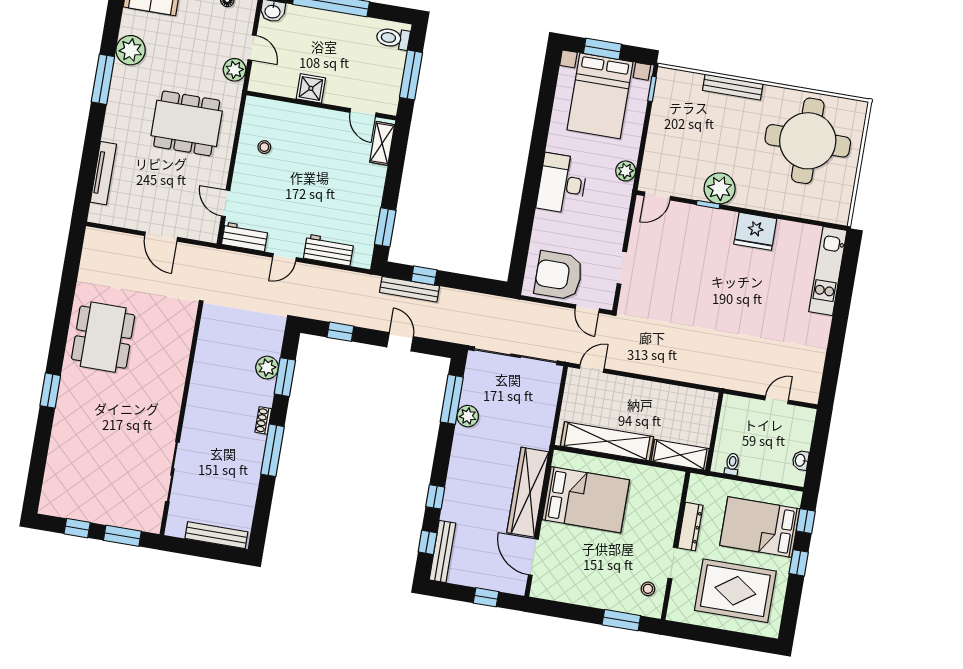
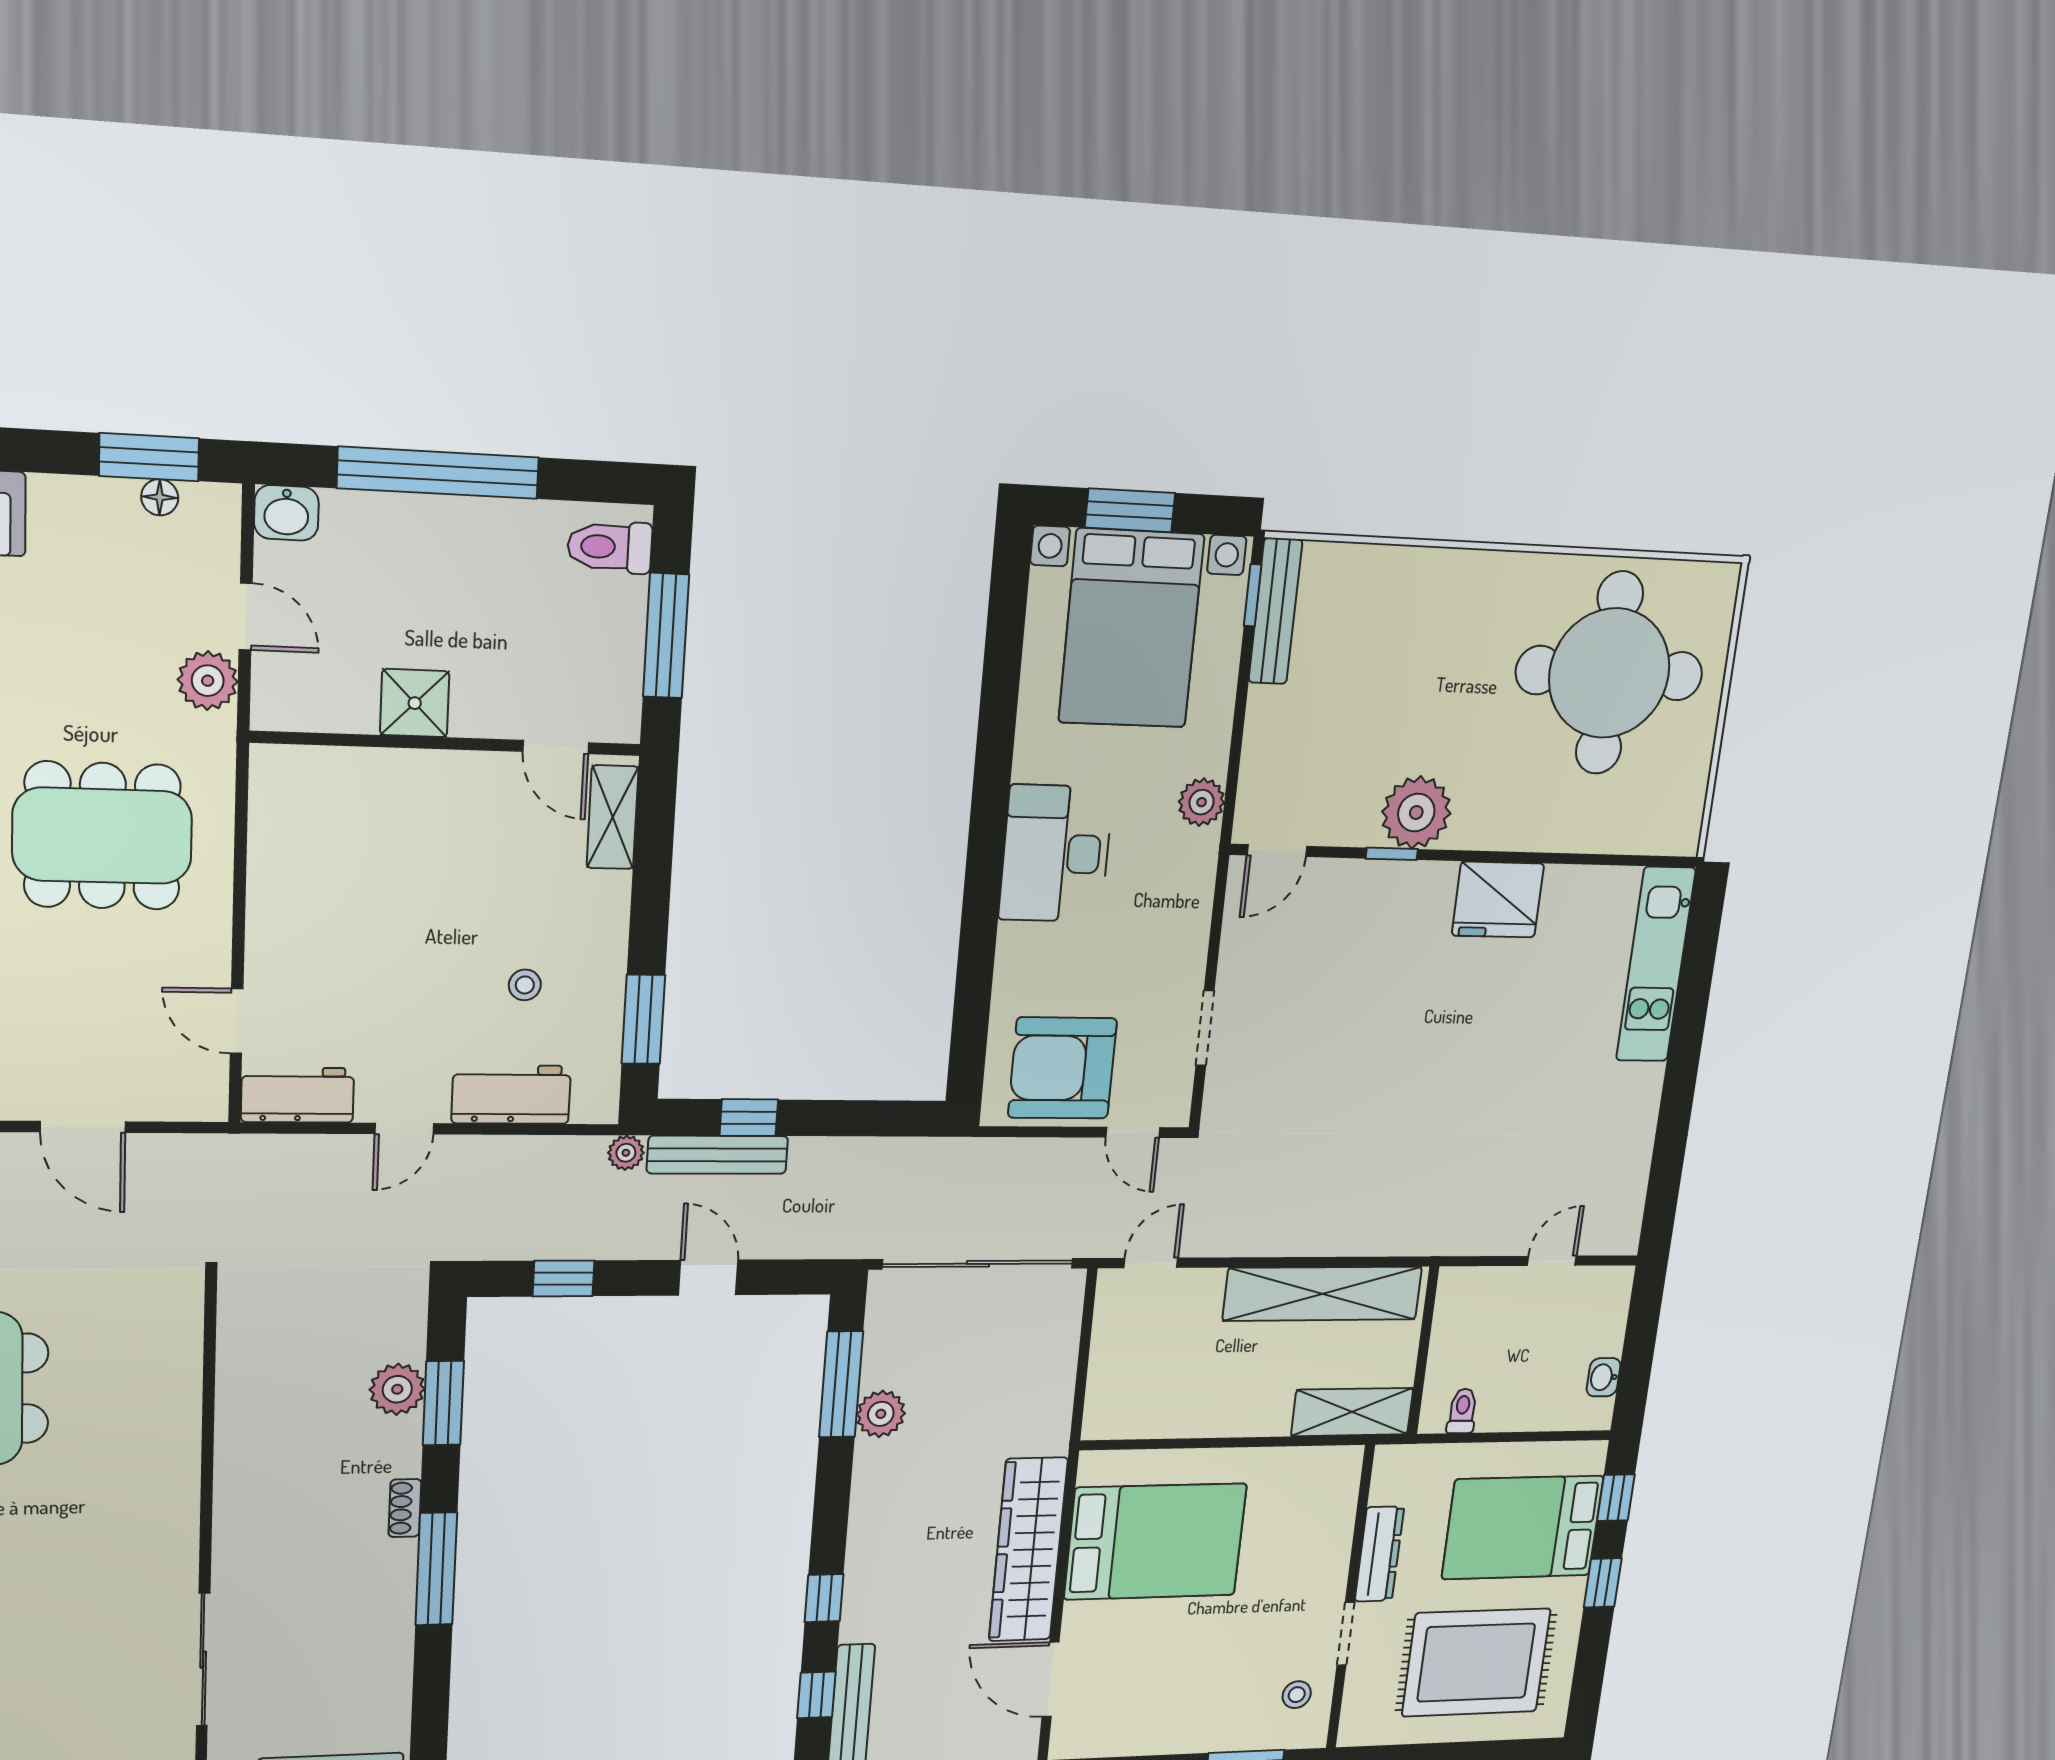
bench: (733, 87) -> (1275, 611), moved, turned 90
stool: (264, 147) -> (525, 985), moved
plant: (372, 282) -> (626, 1153), added
shelving: (607, 441) -> (1323, 1294), moved

